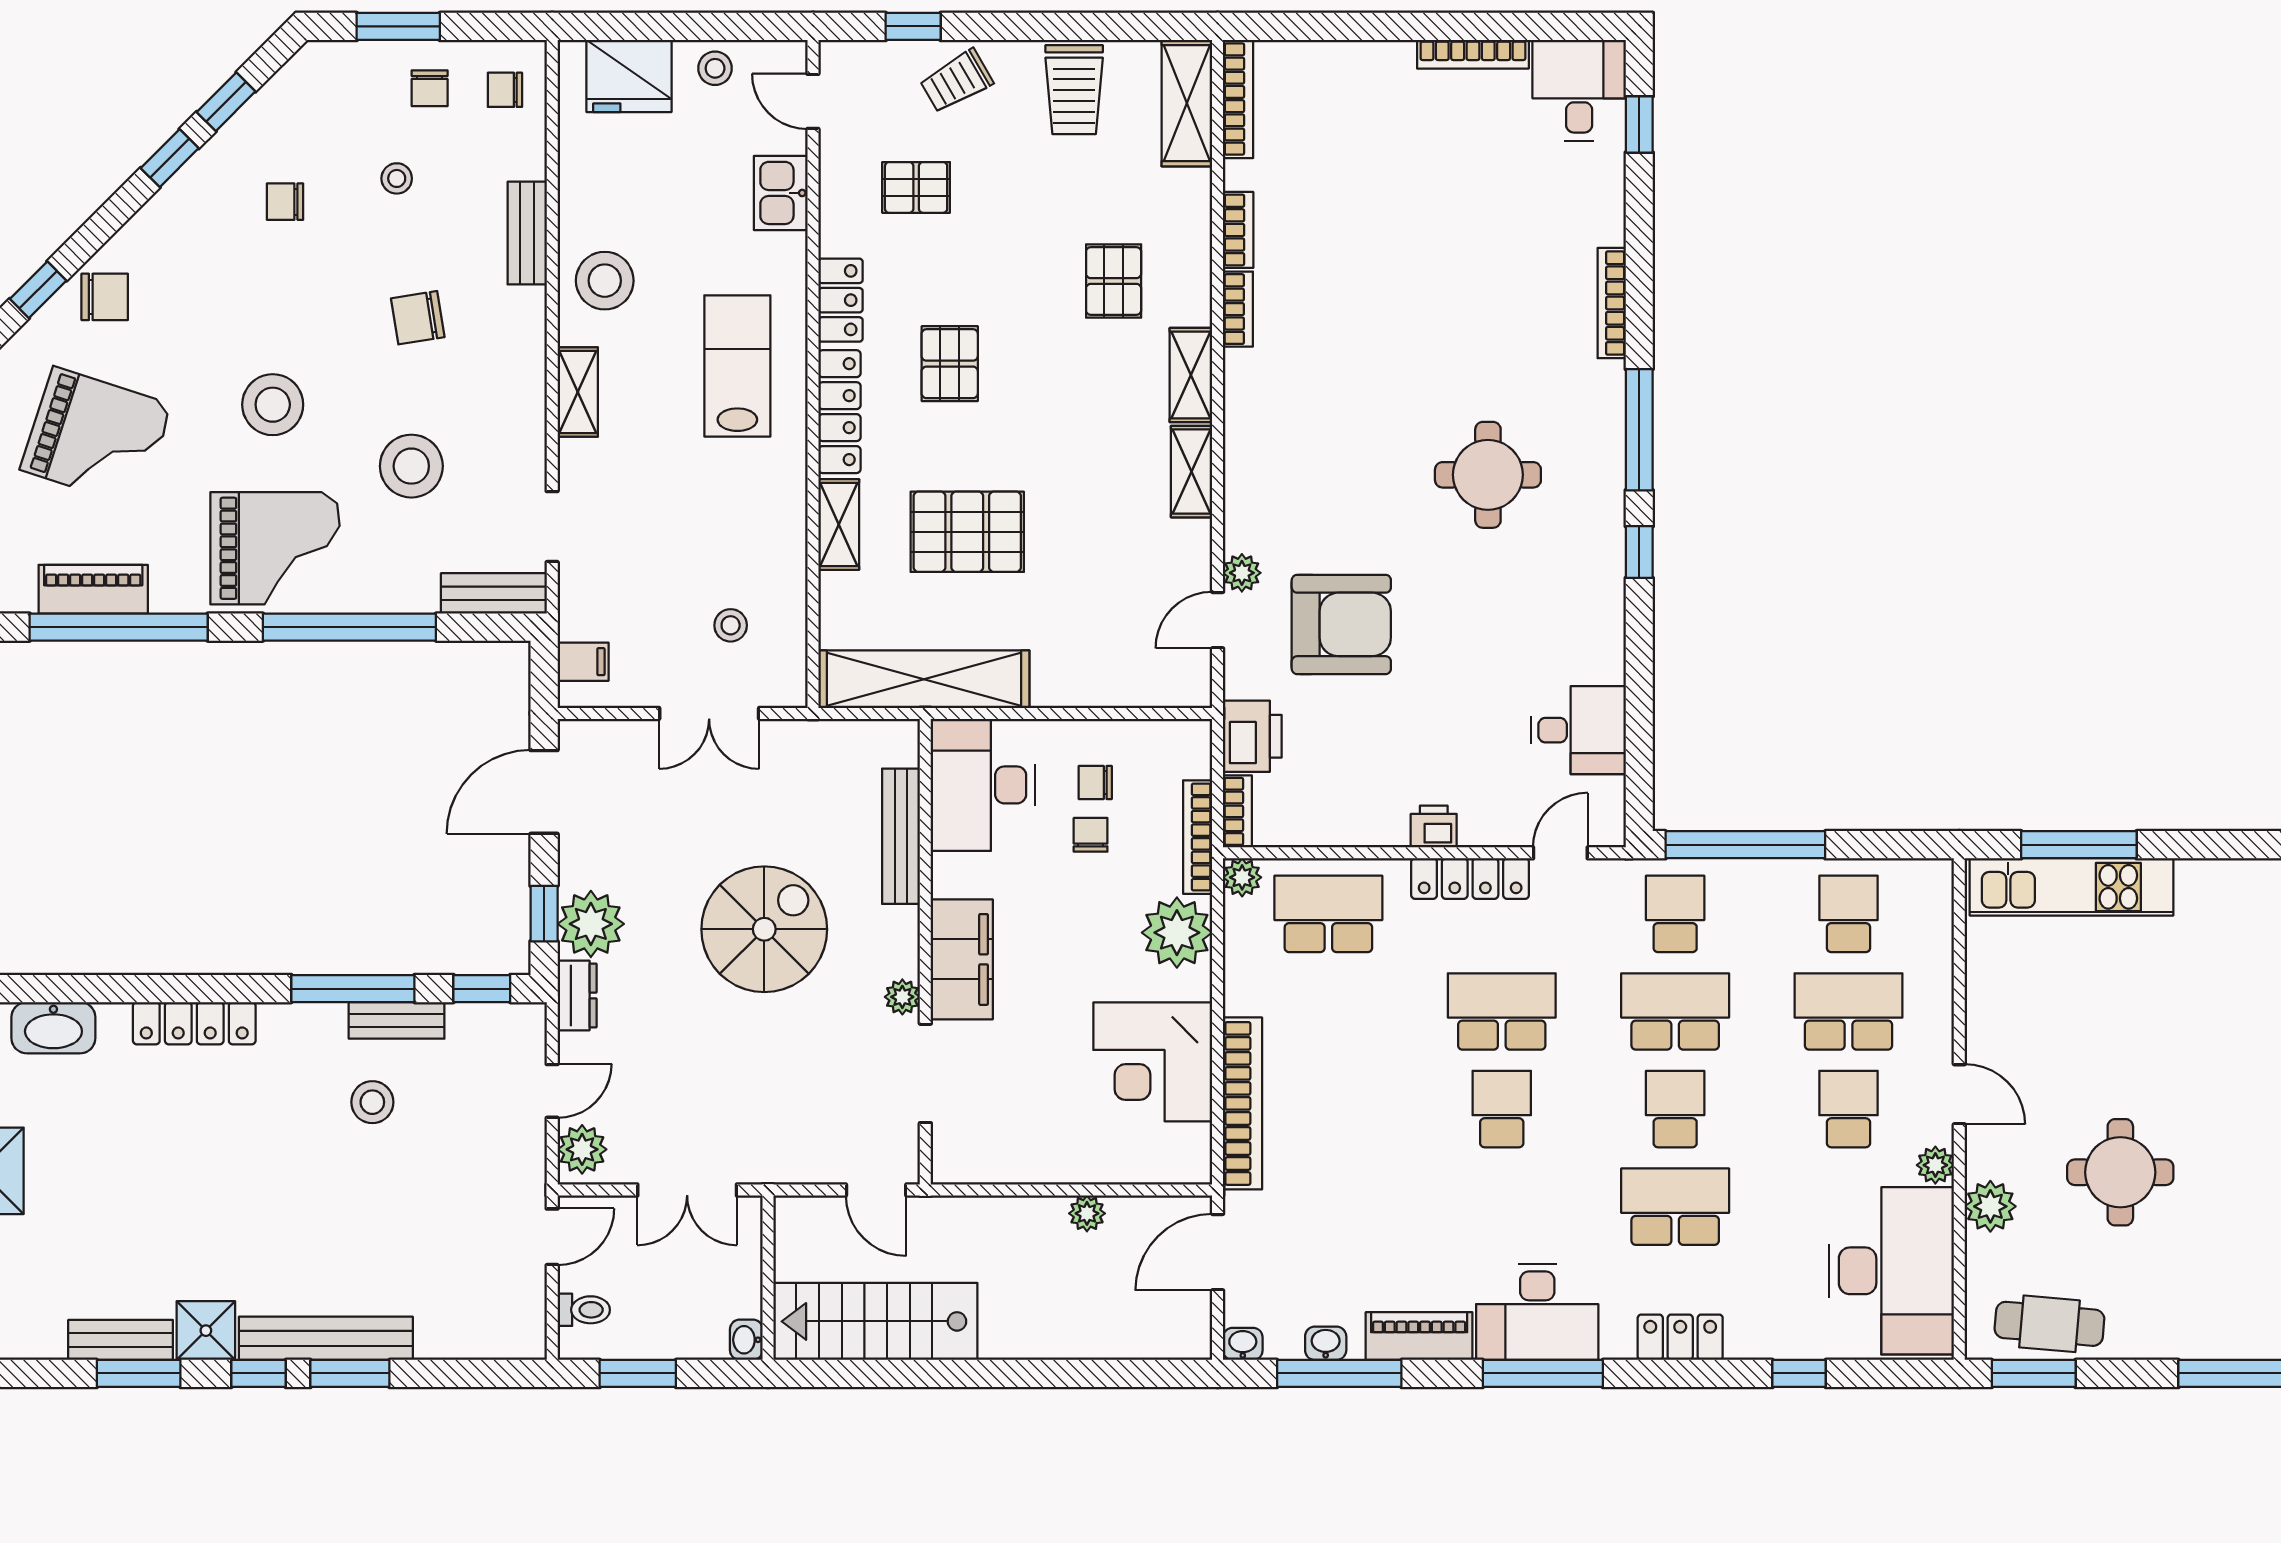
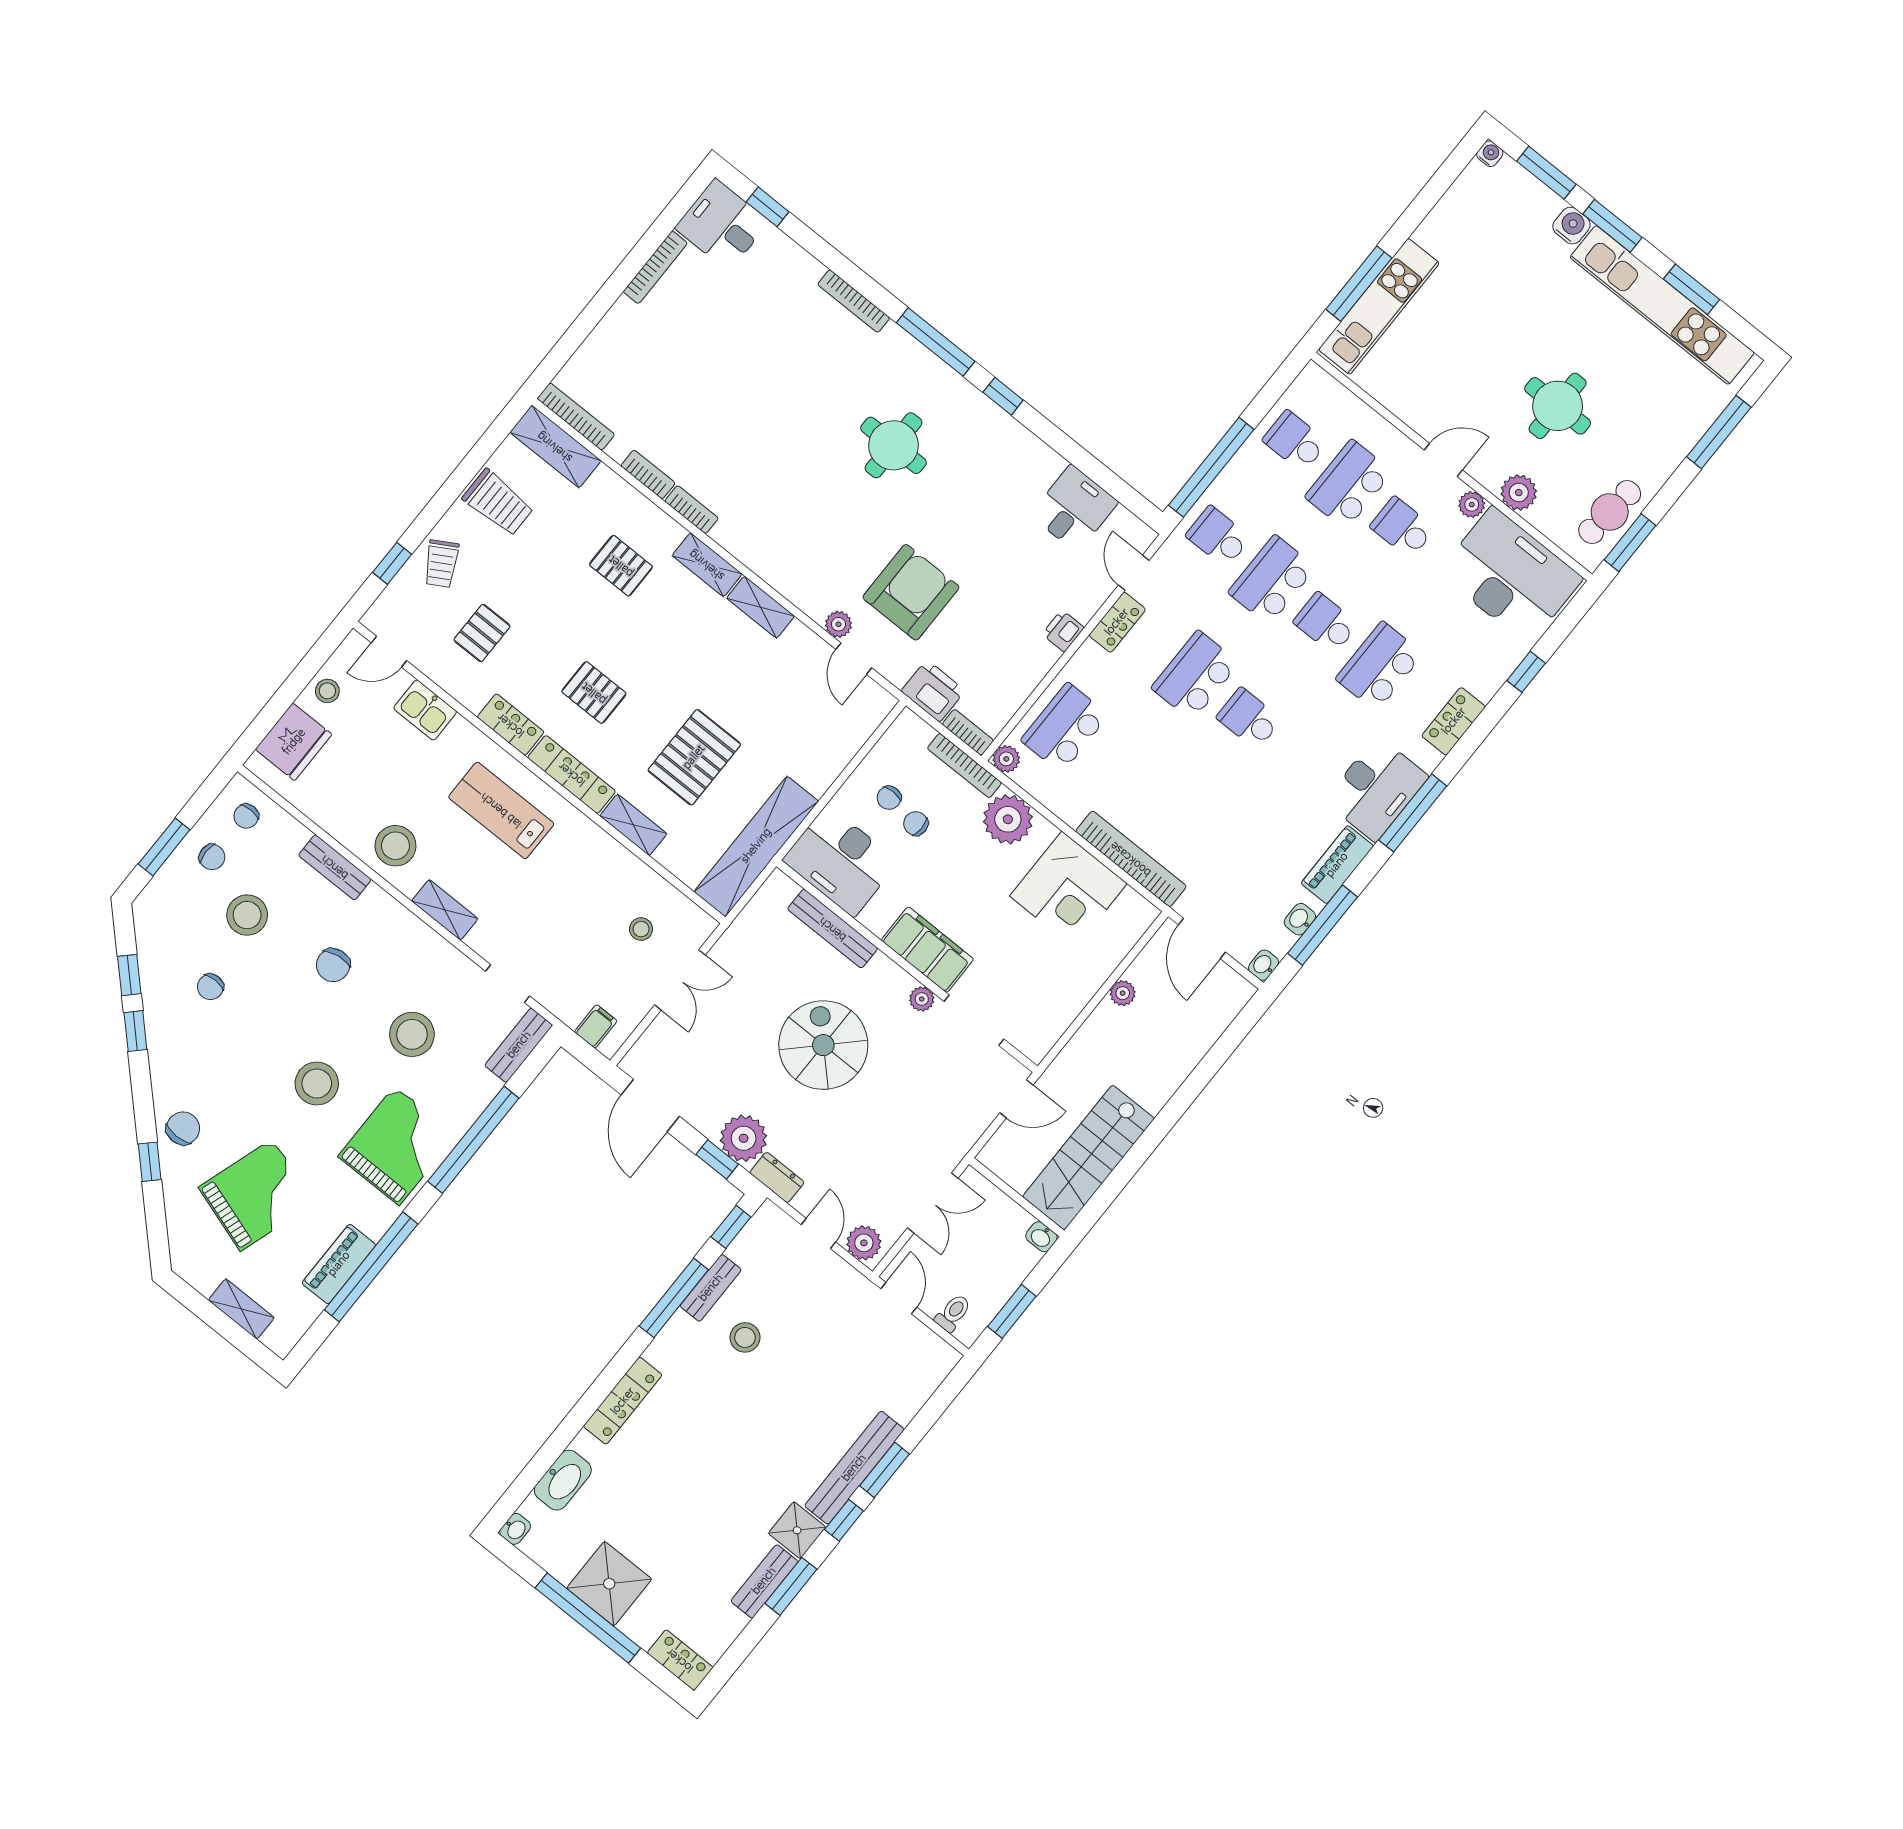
stool: (397, 178) -> (247, 915), width x1.89, depth x1.89
locker: (1470, 879) -> (1117, 622), width x0.66

